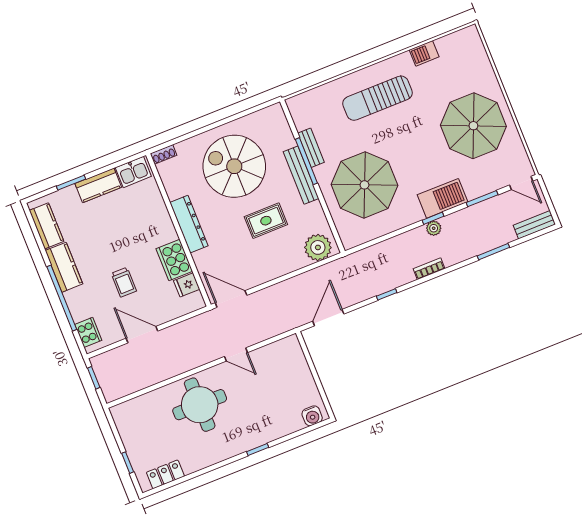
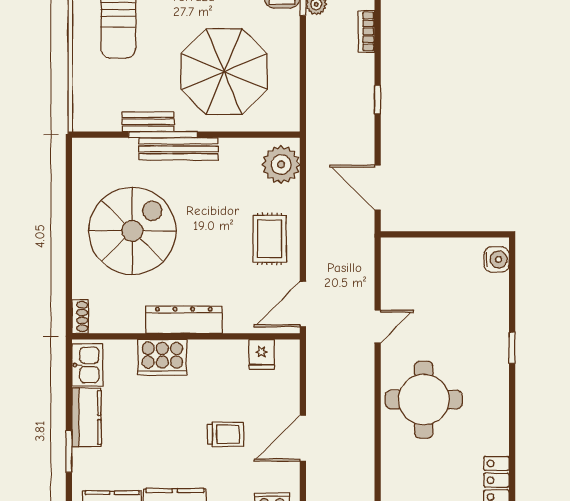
spiral stairs: (234, 166) -> (132, 231), turned 180
rug: (266, 221) -> (270, 239), moved
cooker: (174, 260) -> (162, 357), moved

